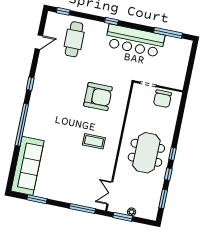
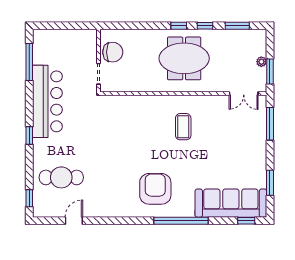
door: (39, 42) -> (74, 221), hinge flipped
window: (30, 84) -> (246, 221), moved
armchair: (98, 97) -> (155, 189), moved

